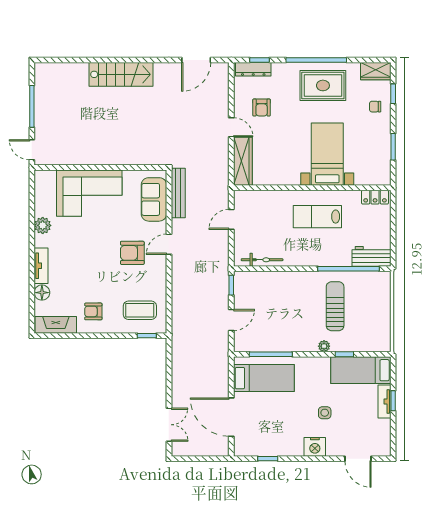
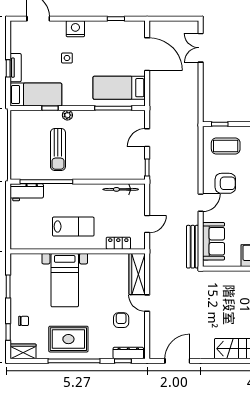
locker: (375, 197) -> (118, 243), moved
armchair: (132, 253) -> (225, 183), moved

